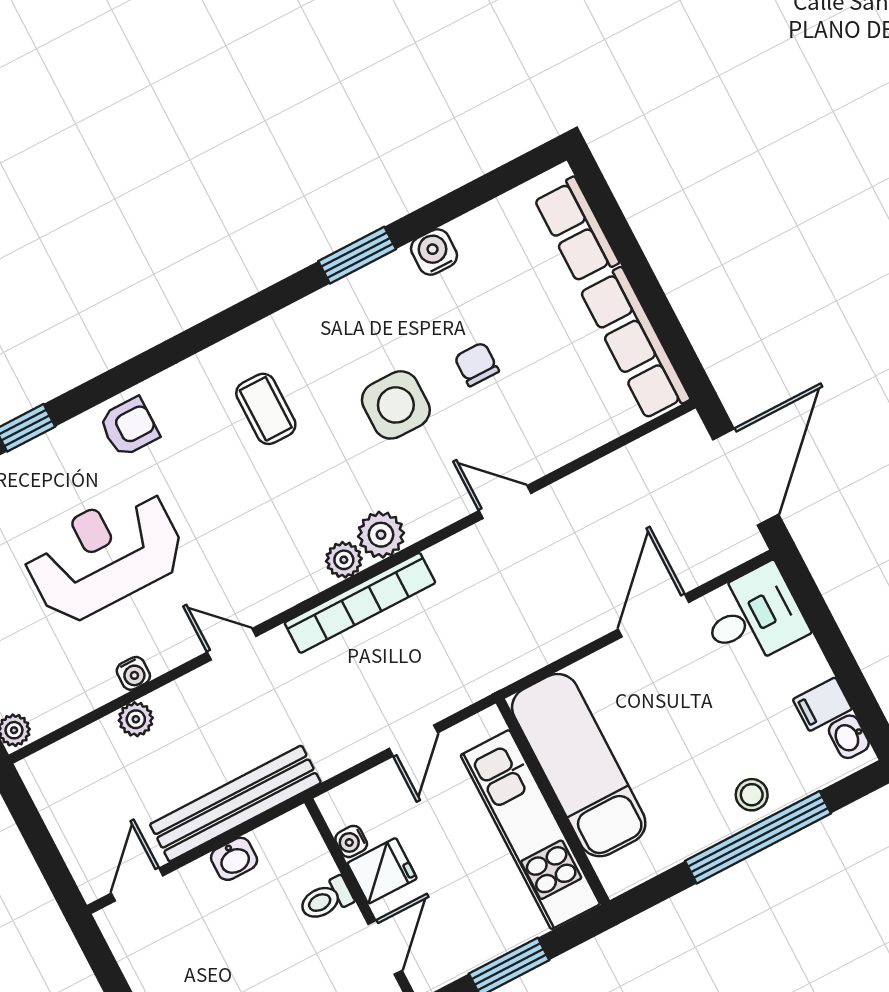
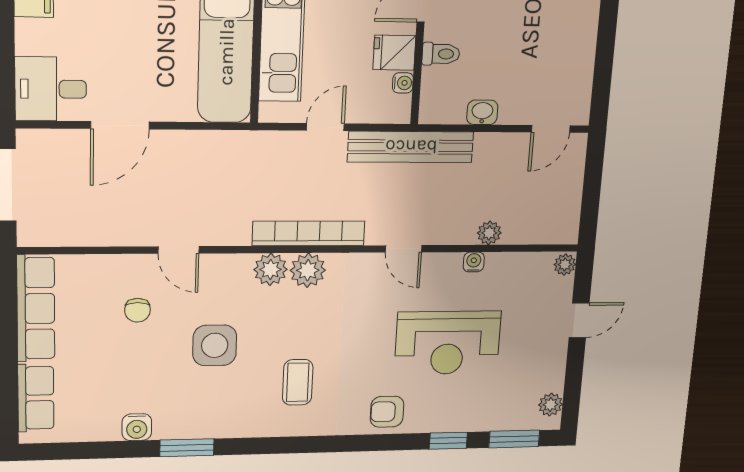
chair: (477, 364) -> (137, 310), moved
plant: (344, 560) -> (308, 270), width x1.38, depth x1.38
bench: (235, 804) -> (411, 147), moved

